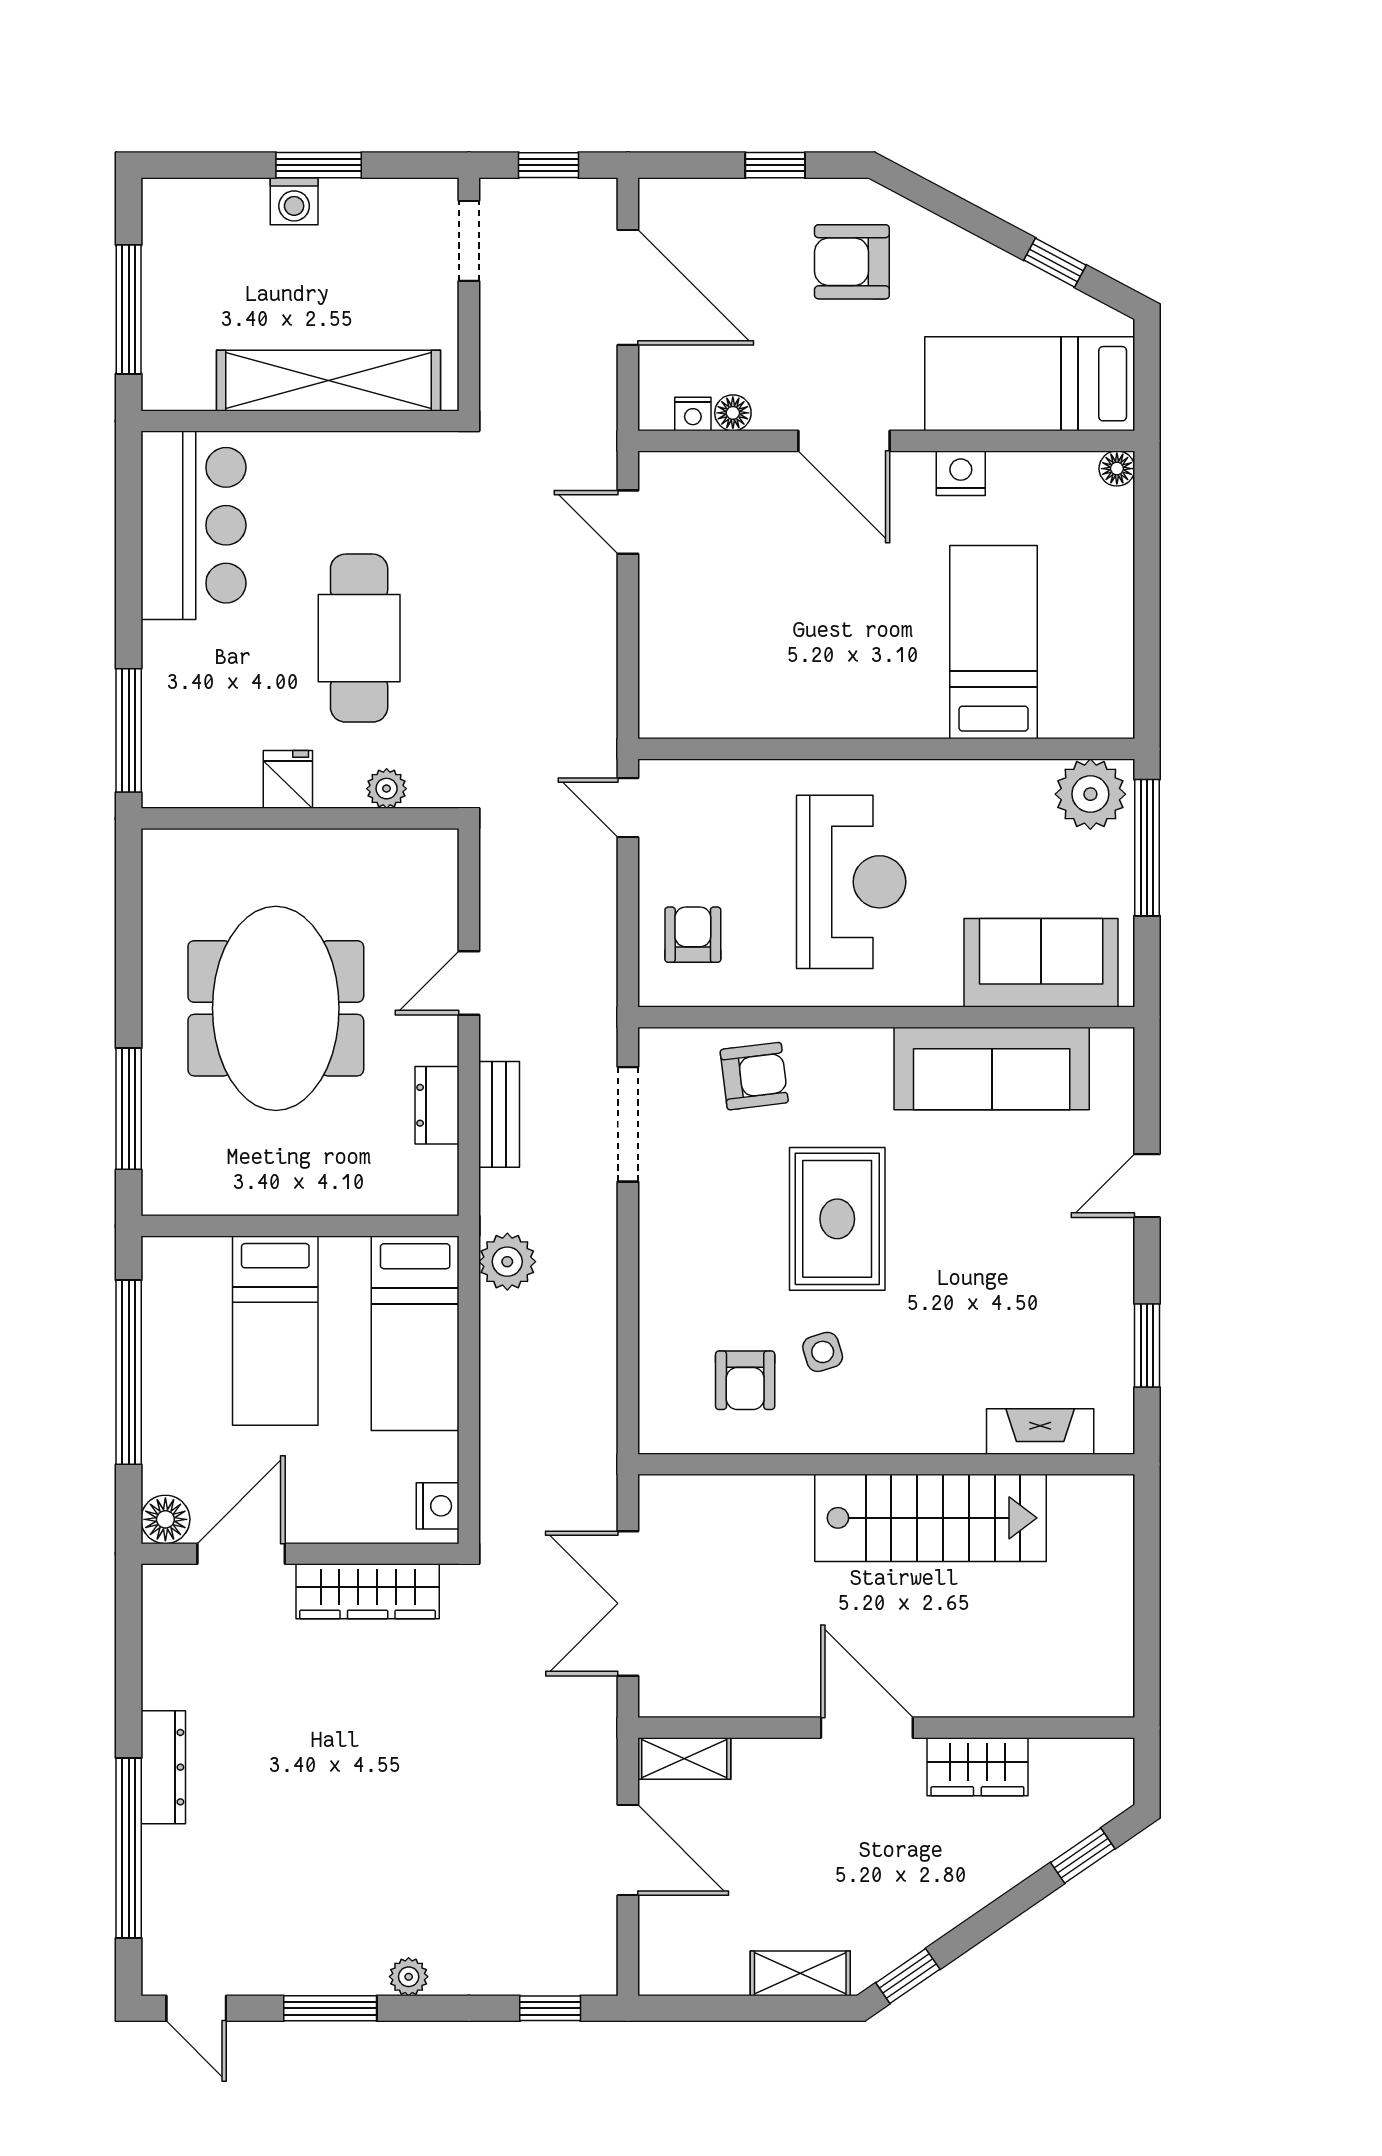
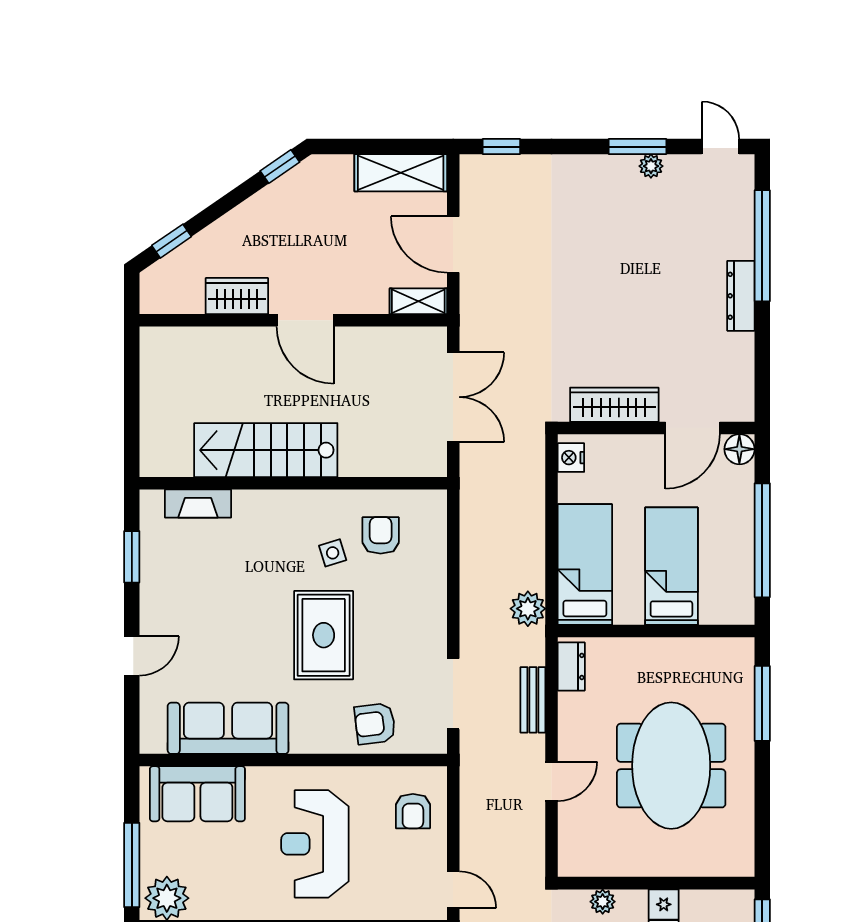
dresser: (437, 1105) -> (571, 666), moved
shelving: (800, 1973) -> (401, 173), moved, width x1.50, depth x1.33
plant: (409, 1977) -> (651, 166), moved

